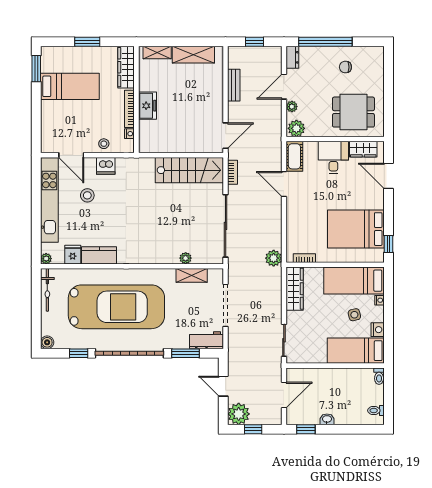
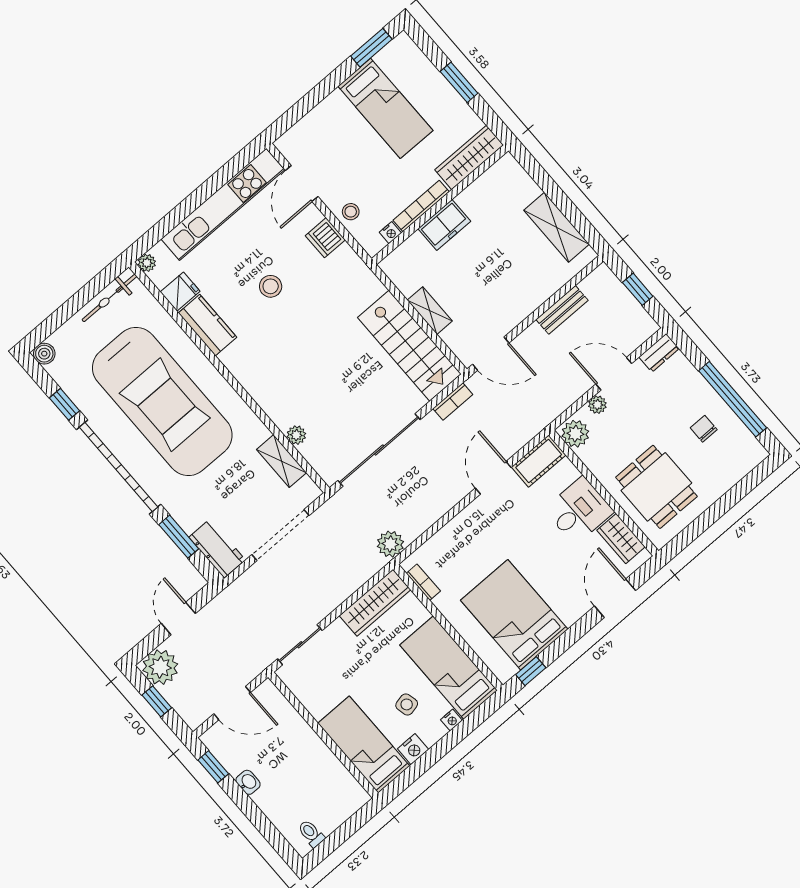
window: (325, 42) -> (733, 399), moved
shelving: (157, 52) -> (430, 311), moved
stool: (87, 195) -> (271, 286), moved
toilet: (379, 376) -> (357, 801), removed

